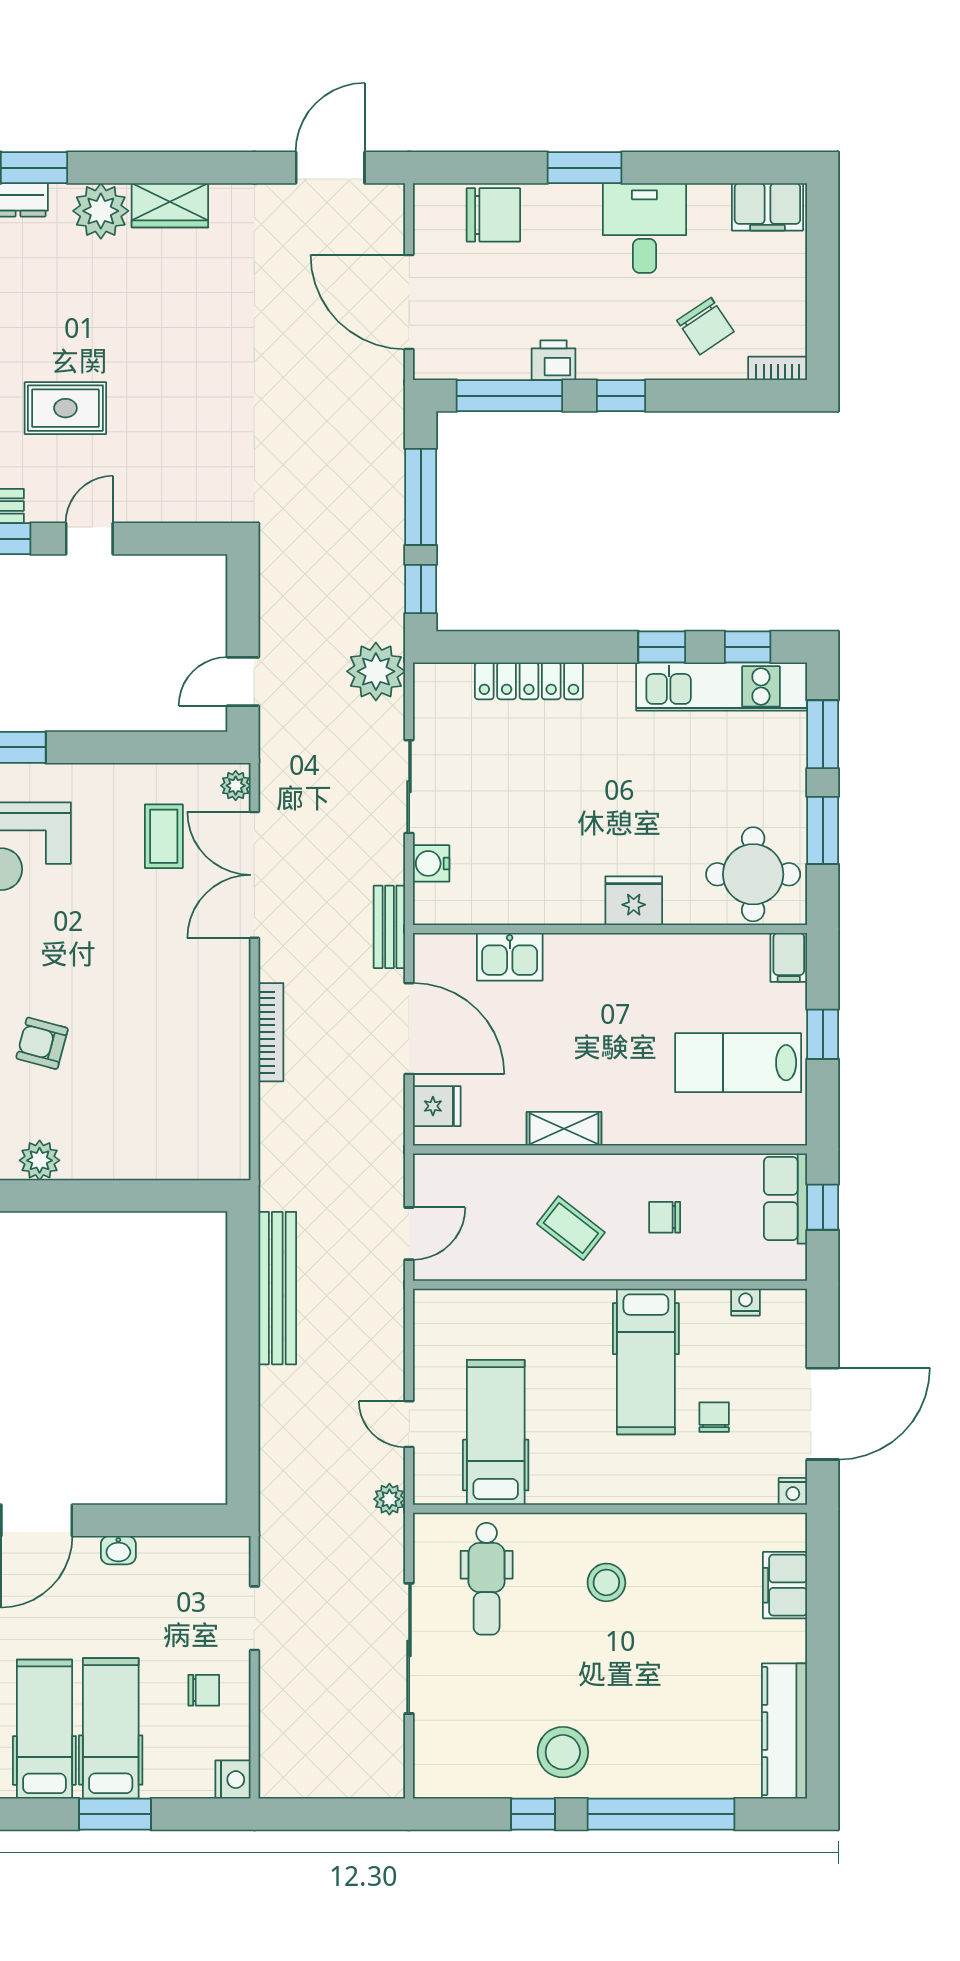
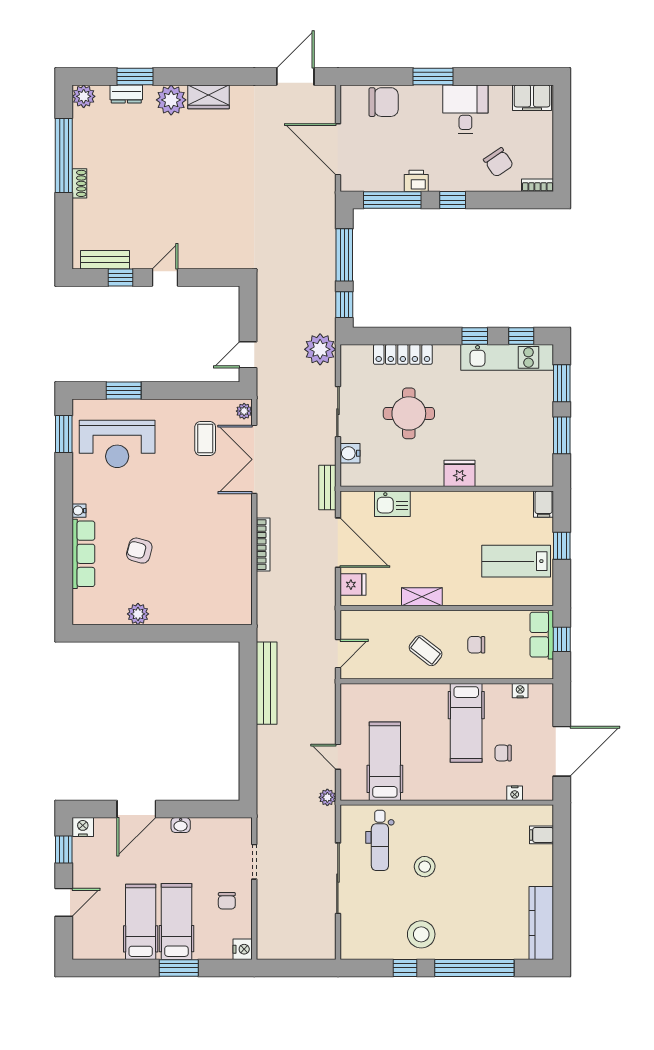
rug: (65, 408) -> (152, 207), removed
round table: (753, 874) -> (409, 413), moved
chair: (714, 1417) -> (503, 753), turned -90
nightstand: (793, 1491) -> (515, 793), moved
stool: (606, 1582) -> (425, 867), moved
filing cabinet: (785, 1585) -> (542, 835), width x0.50
chair: (204, 1690) -> (227, 901), turned 90

